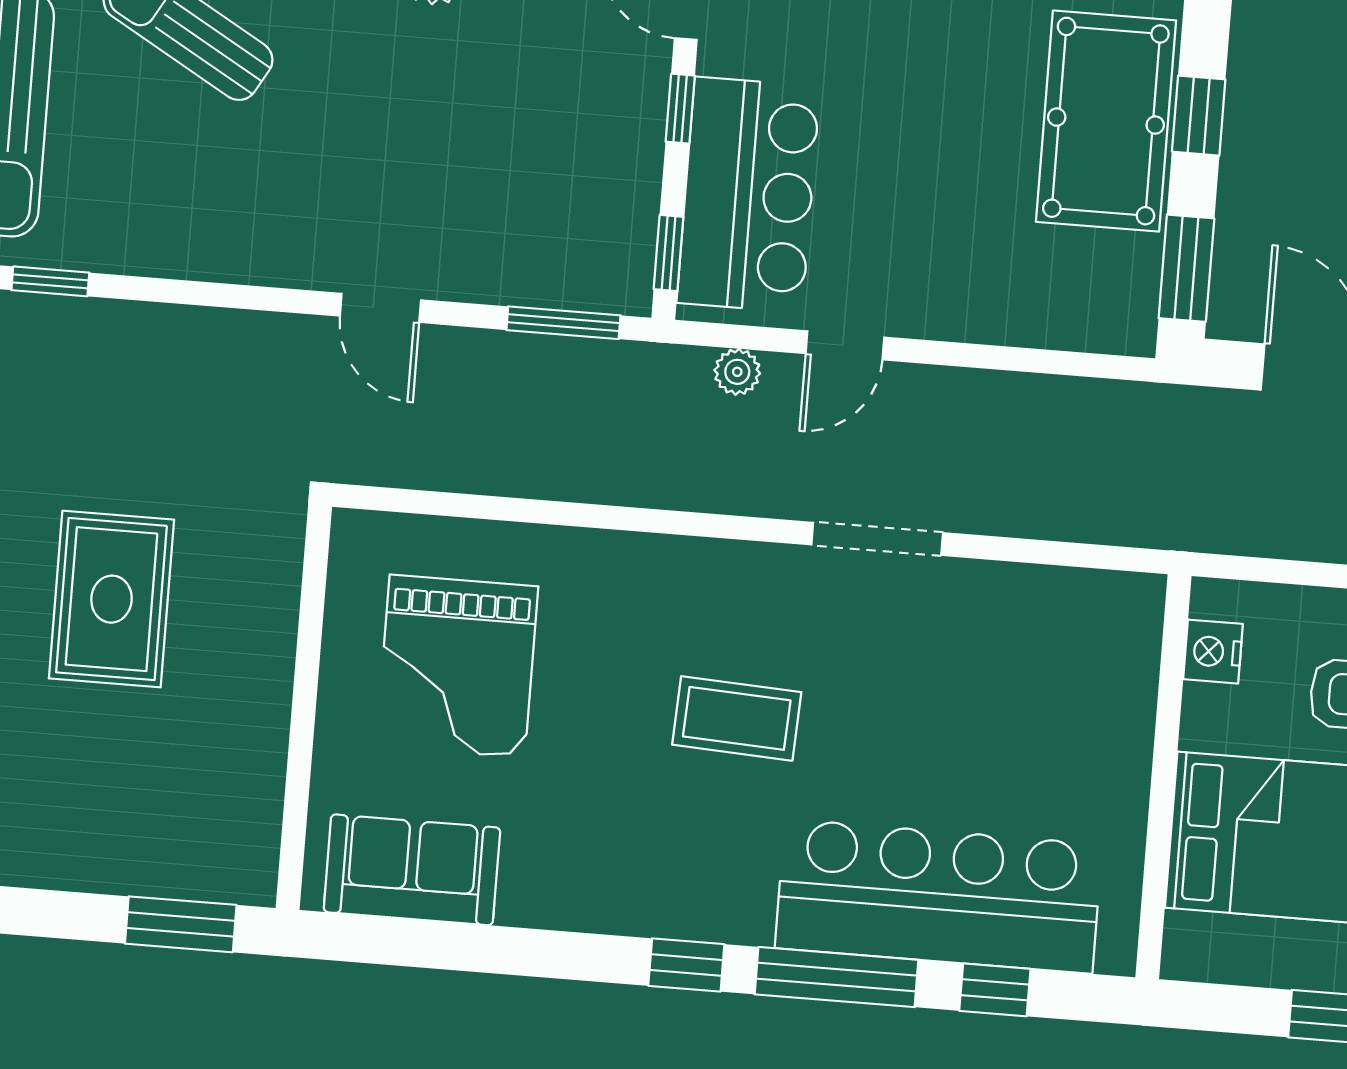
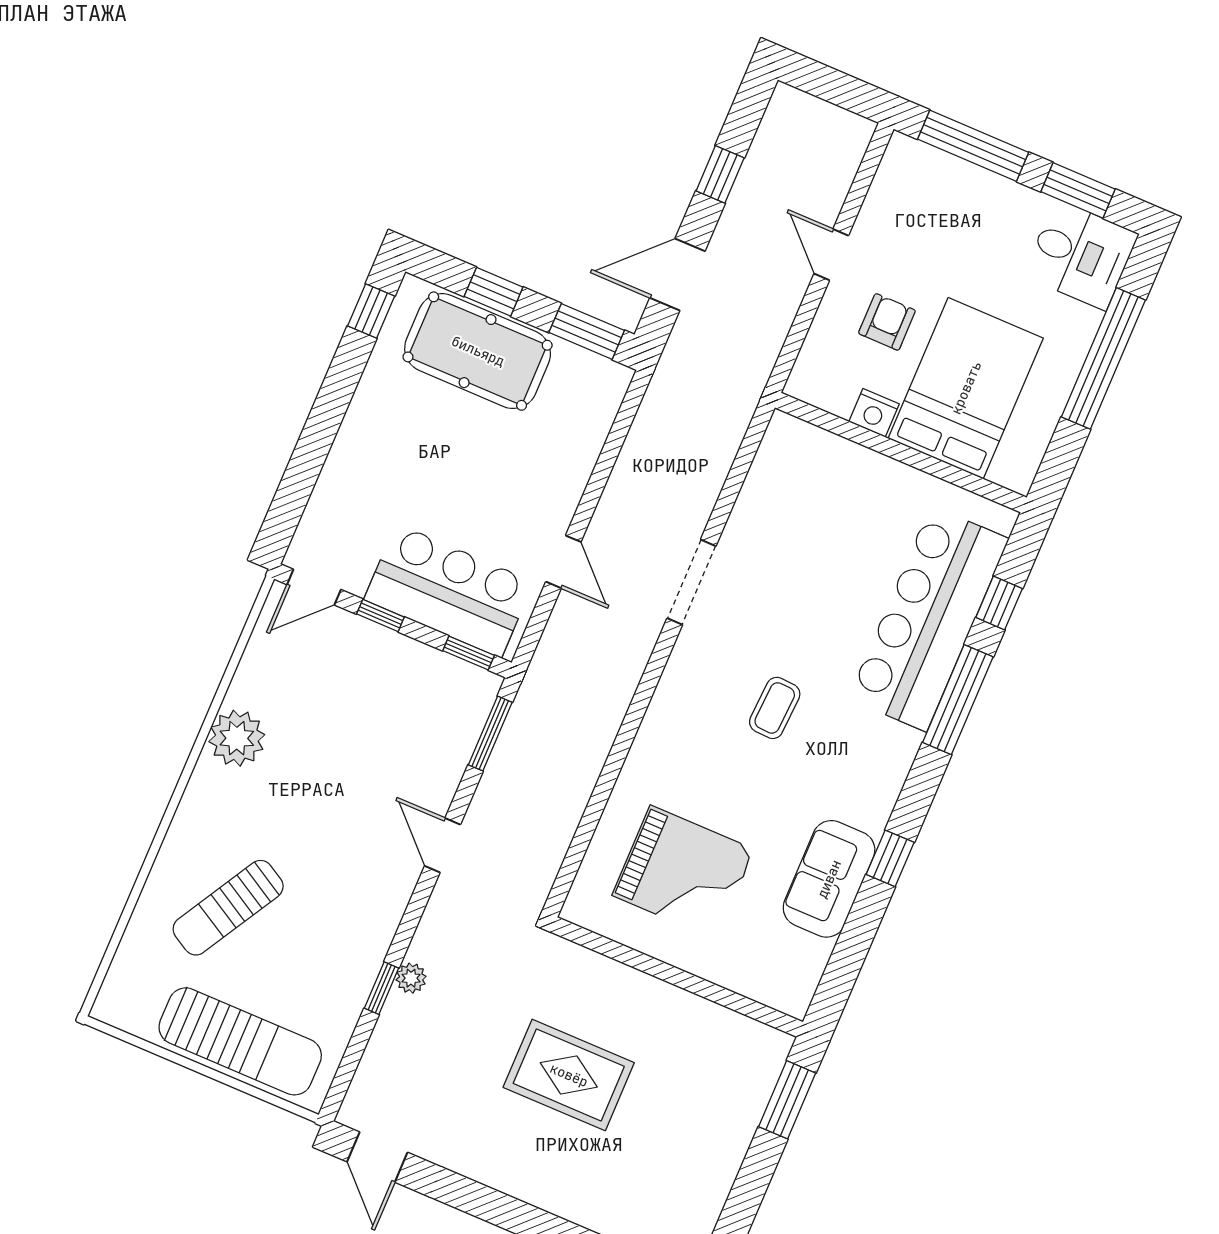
window: (50, 281) -> (382, 988), moved
door: (380, 308) -> (443, 845), swing flipped
plant: (737, 372) -> (411, 978), moved
nightstand: (1213, 652) -> (874, 413), moved
coffee table: (737, 718) -> (775, 708), width x0.73, depth x0.77
sofa: (412, 870) -> (829, 879), moved
window: (686, 965) -> (890, 858), moved

